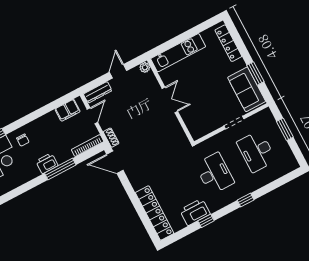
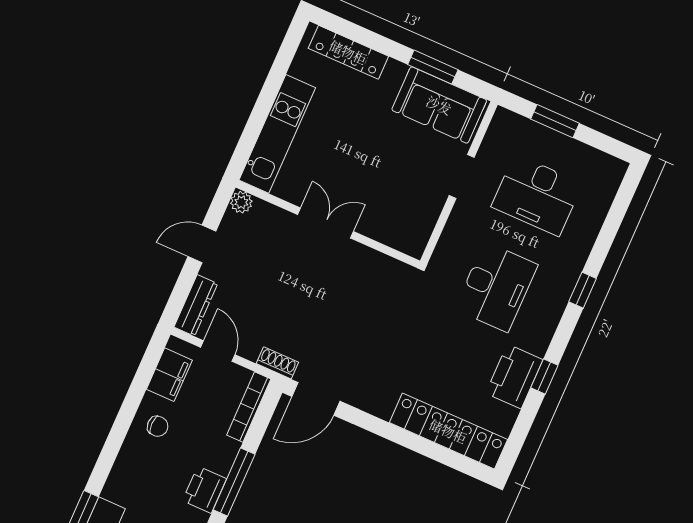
door: (118, 71) -> (202, 244), hinge flipped
chair: (23, 140) -> (158, 426), moved
desk: (214, 173) -> (496, 287), turned 90

